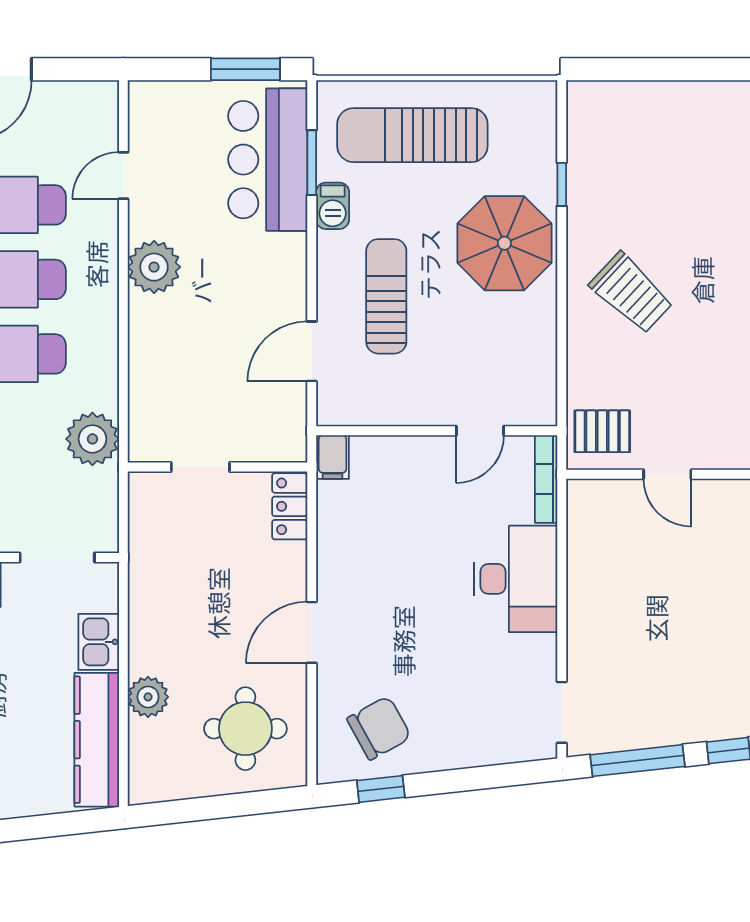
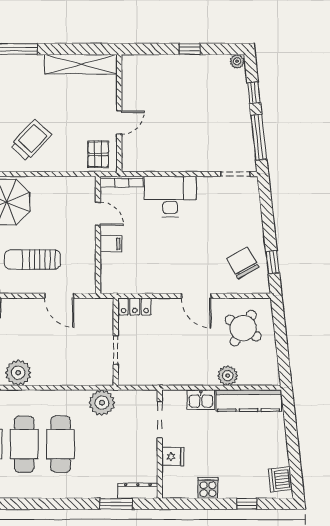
filing cabinet: (333, 457) -> (111, 244), moved
round table: (245, 729) -> (243, 328), turned 32

